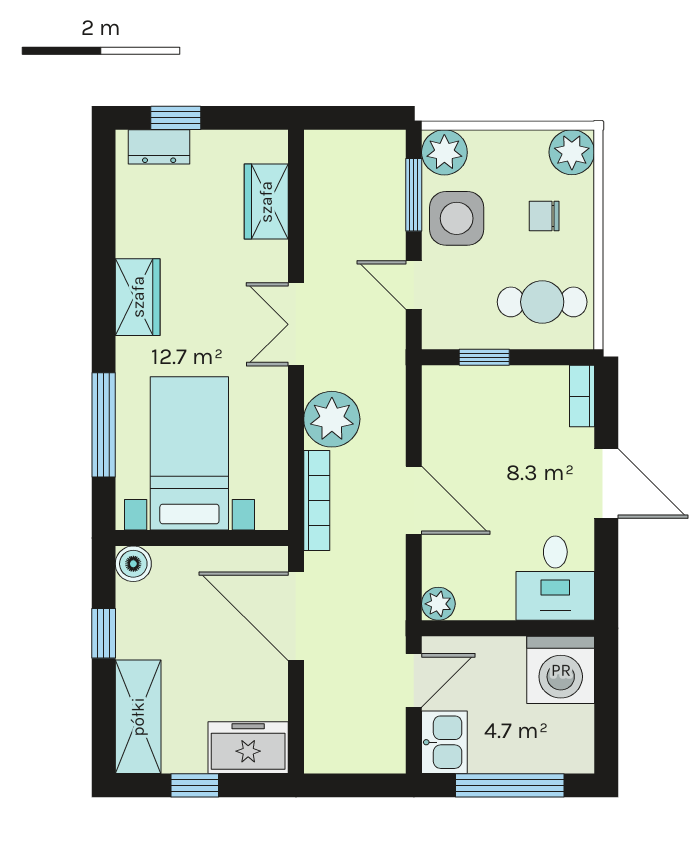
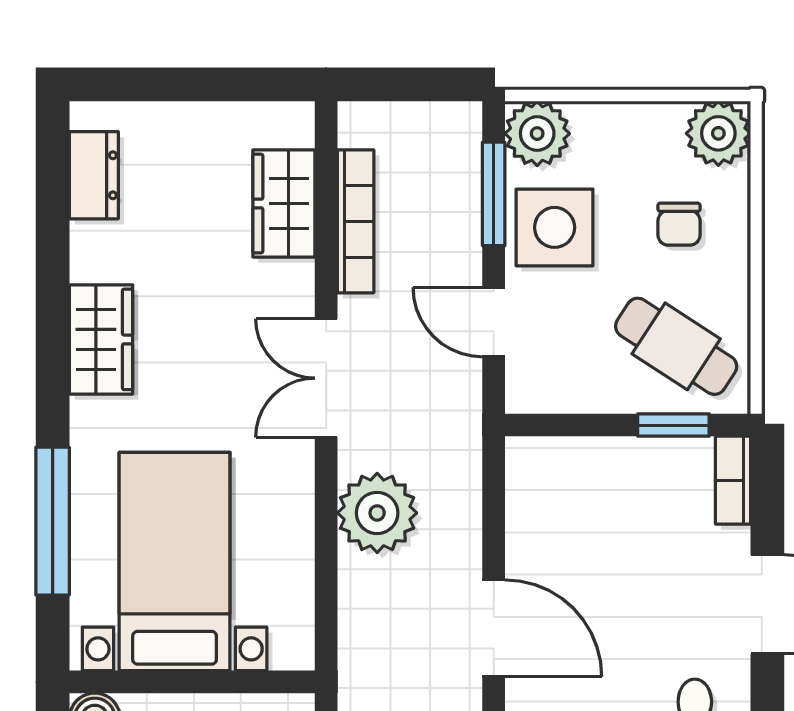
window: (176, 118) -> (155, 84), removed
dresser: (159, 147) -> (94, 175), moved, turned -90
chair: (544, 216) -> (679, 224), turned -90
cafe table: (542, 302) -> (676, 346), turned 33
window: (484, 357) -> (673, 425), moved
bookcase: (317, 501) -> (356, 221), moved

